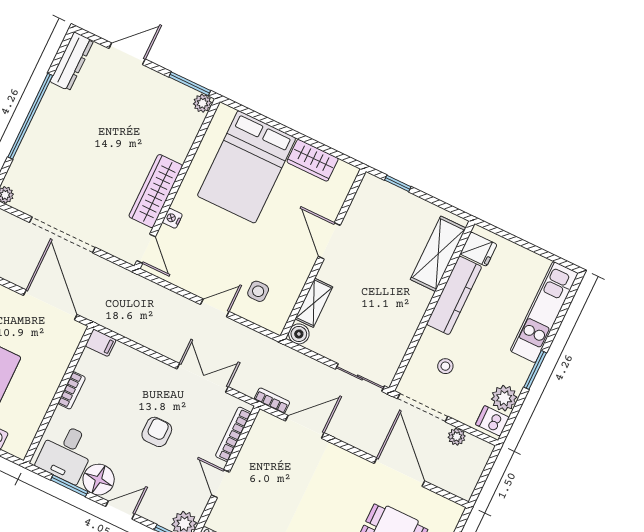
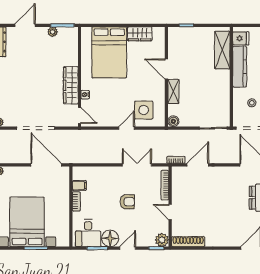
plant: (202, 103) -> (53, 32), moved
side table: (258, 291) -> (144, 110), width x1.87, depth x1.87
shelving: (314, 303) -> (173, 91), moved
filing cabinet: (101, 343) -> (79, 186), moved
armchair: (157, 432) -> (127, 202), turned 90

